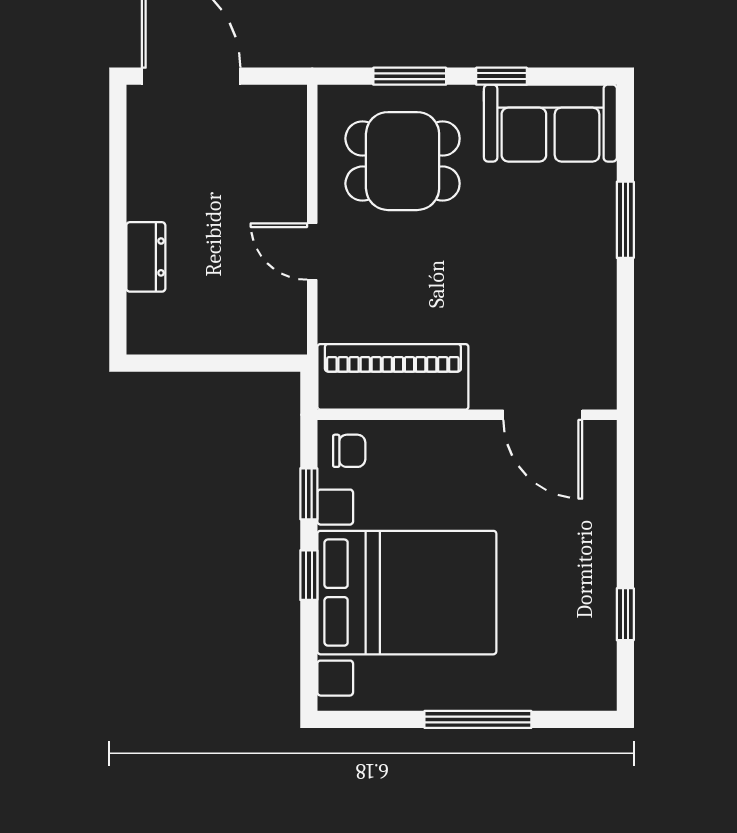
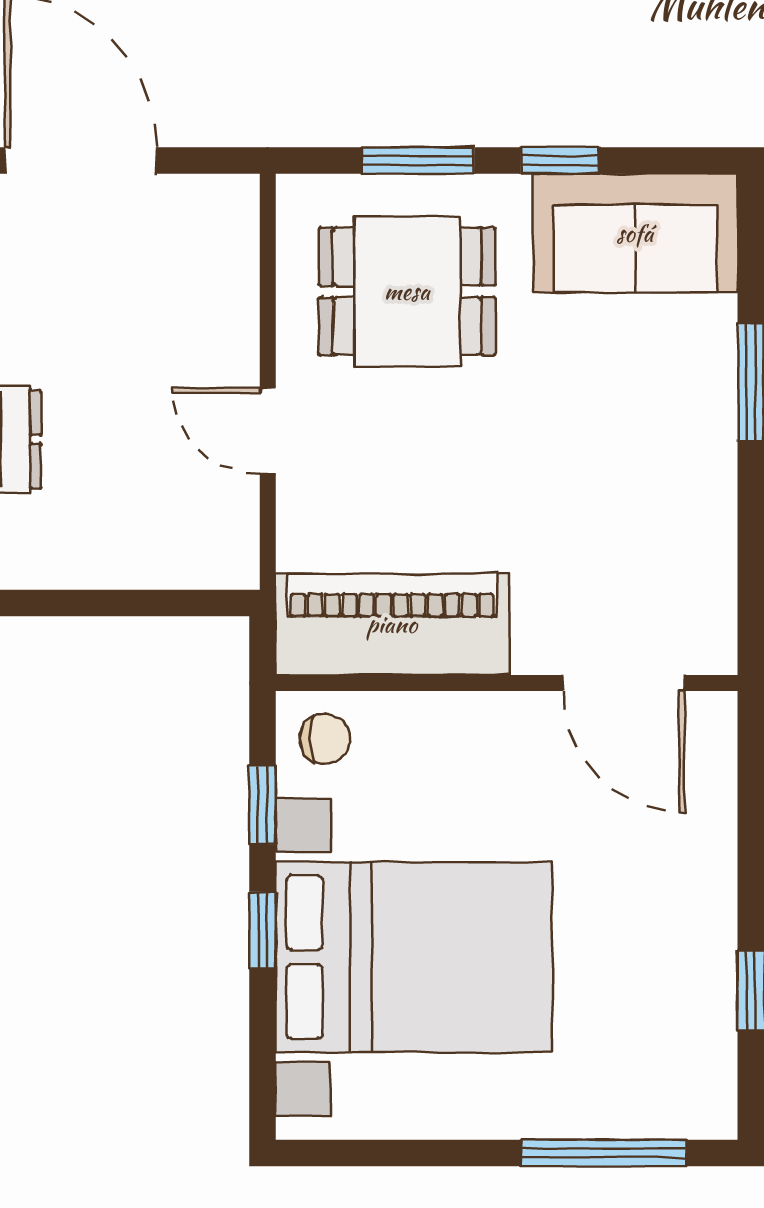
window: (478, 719) -> (603, 1153), moved

